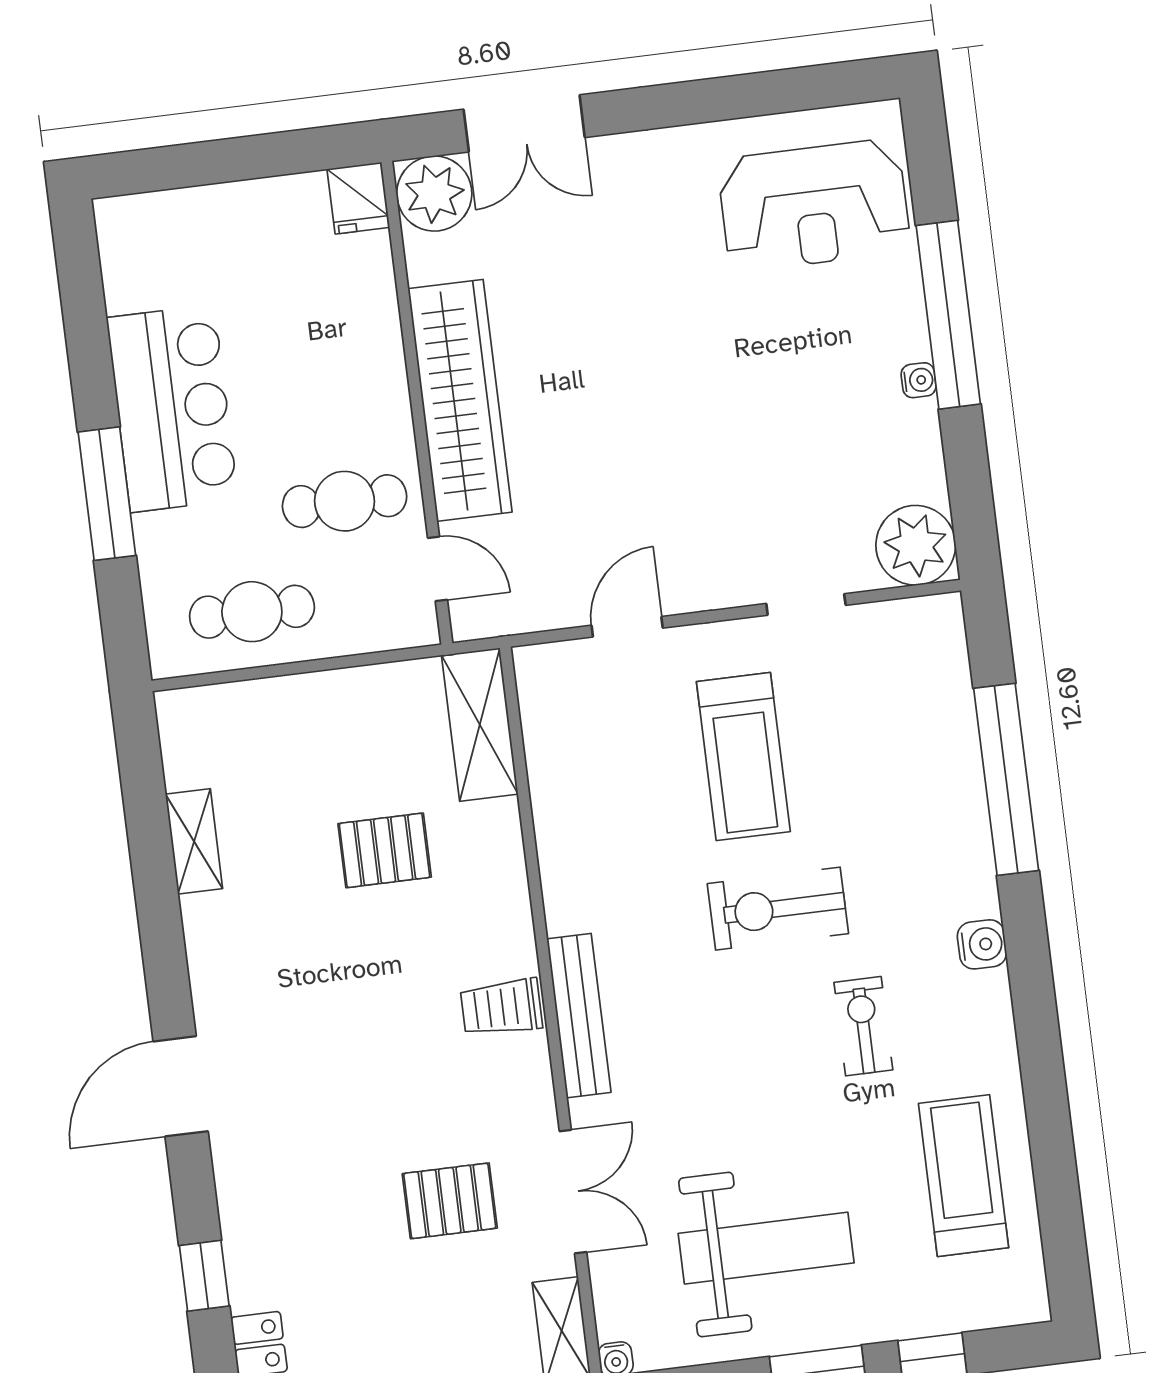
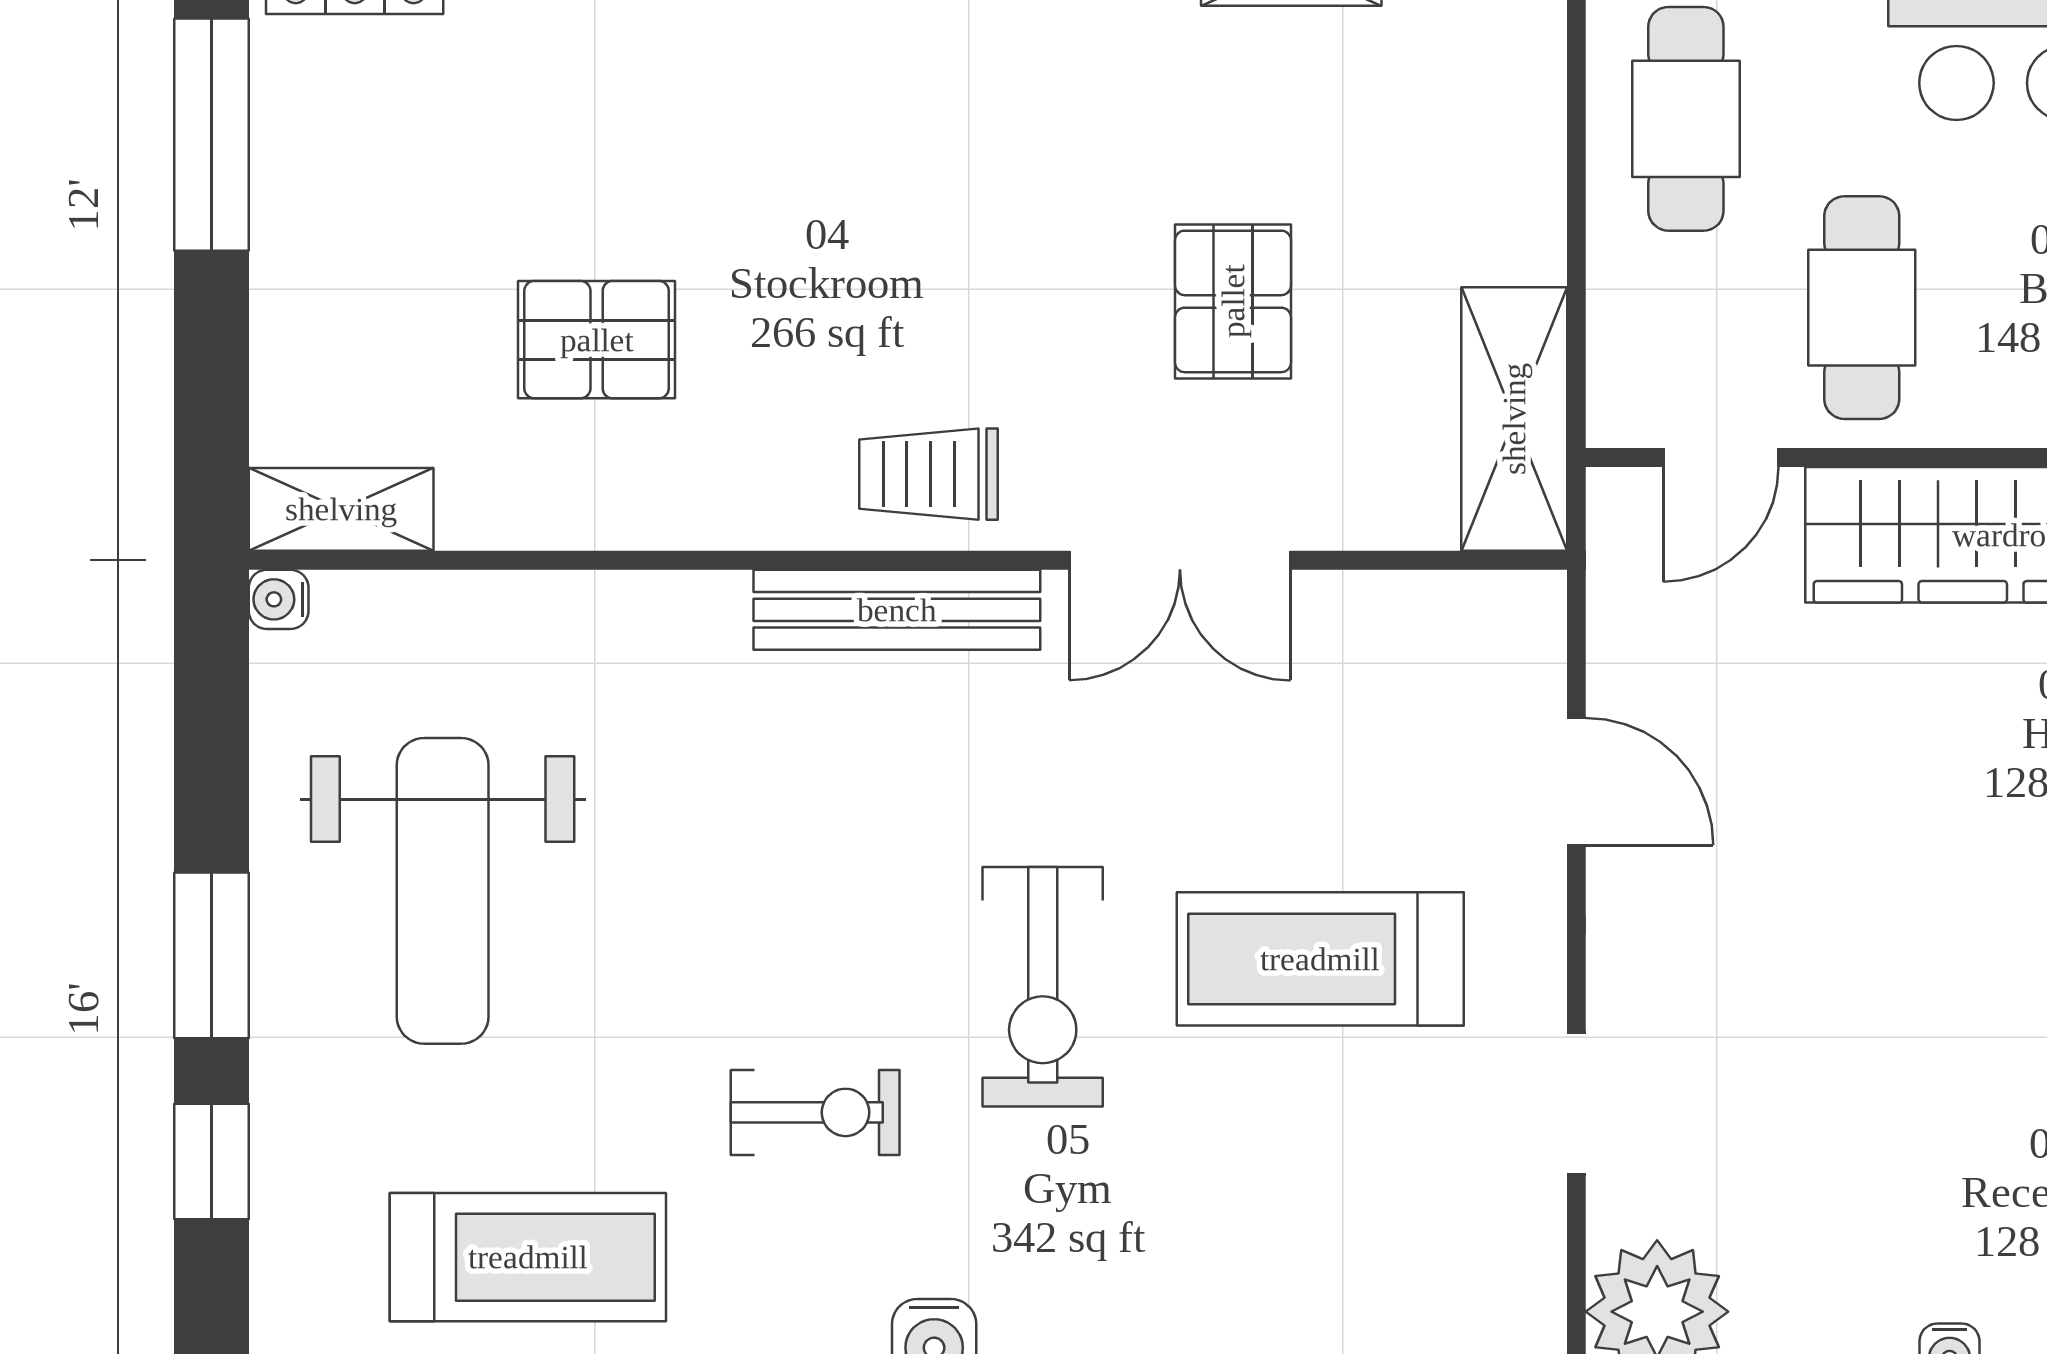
shelving: (480, 725) -> (1514, 419), moved, turned 90
exercise bike: (778, 909) -> (1043, 987), turned 180
trolley: (501, 1007) -> (929, 474), turned -90
double door: (573, 1192) -> (1180, 560), moved
pallet: (450, 1201) -> (597, 340), turned 90

